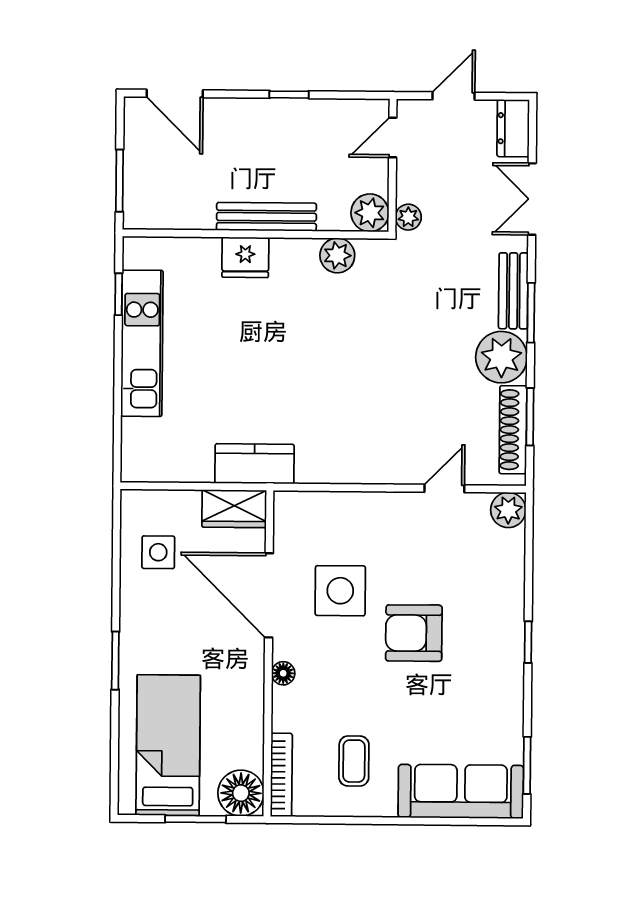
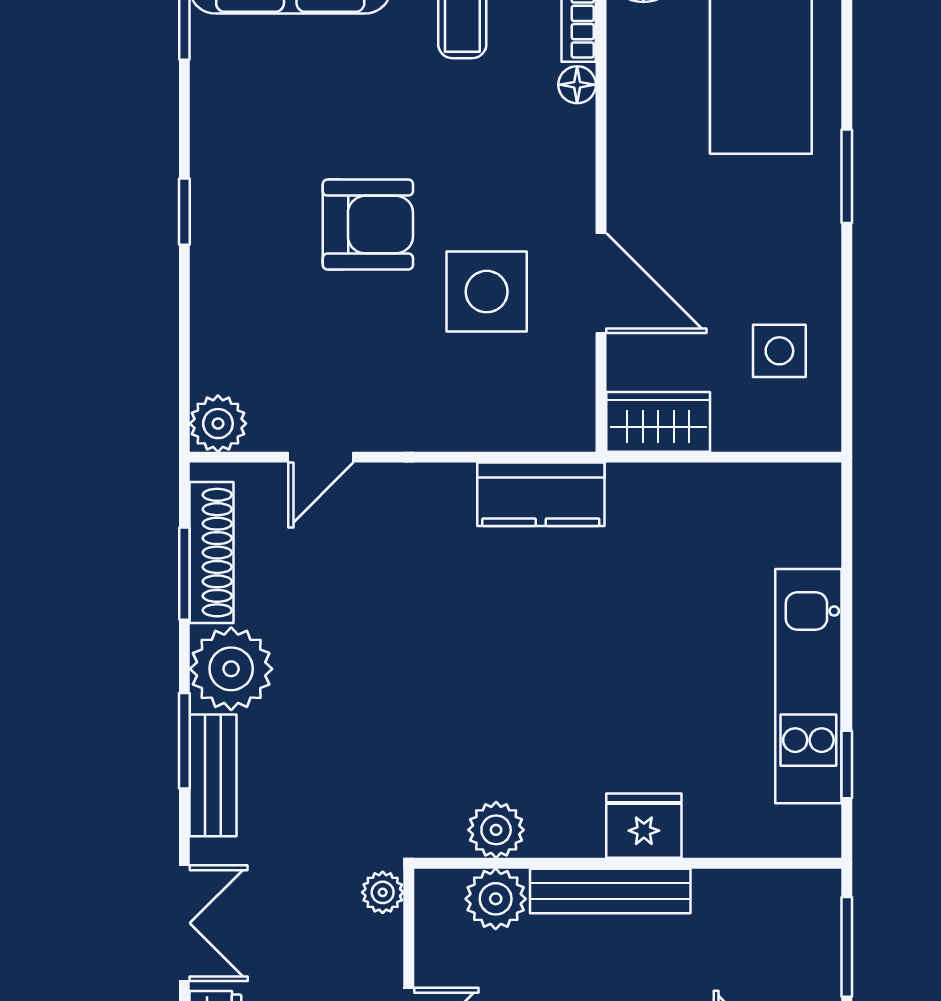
plant: (370, 213) -> (496, 899), moved
kitchen counter: (254, 464) -> (541, 494), moved
door: (269, 595) -> (601, 283), width x0.73
floor lamp: (283, 673) -> (577, 85), moved

